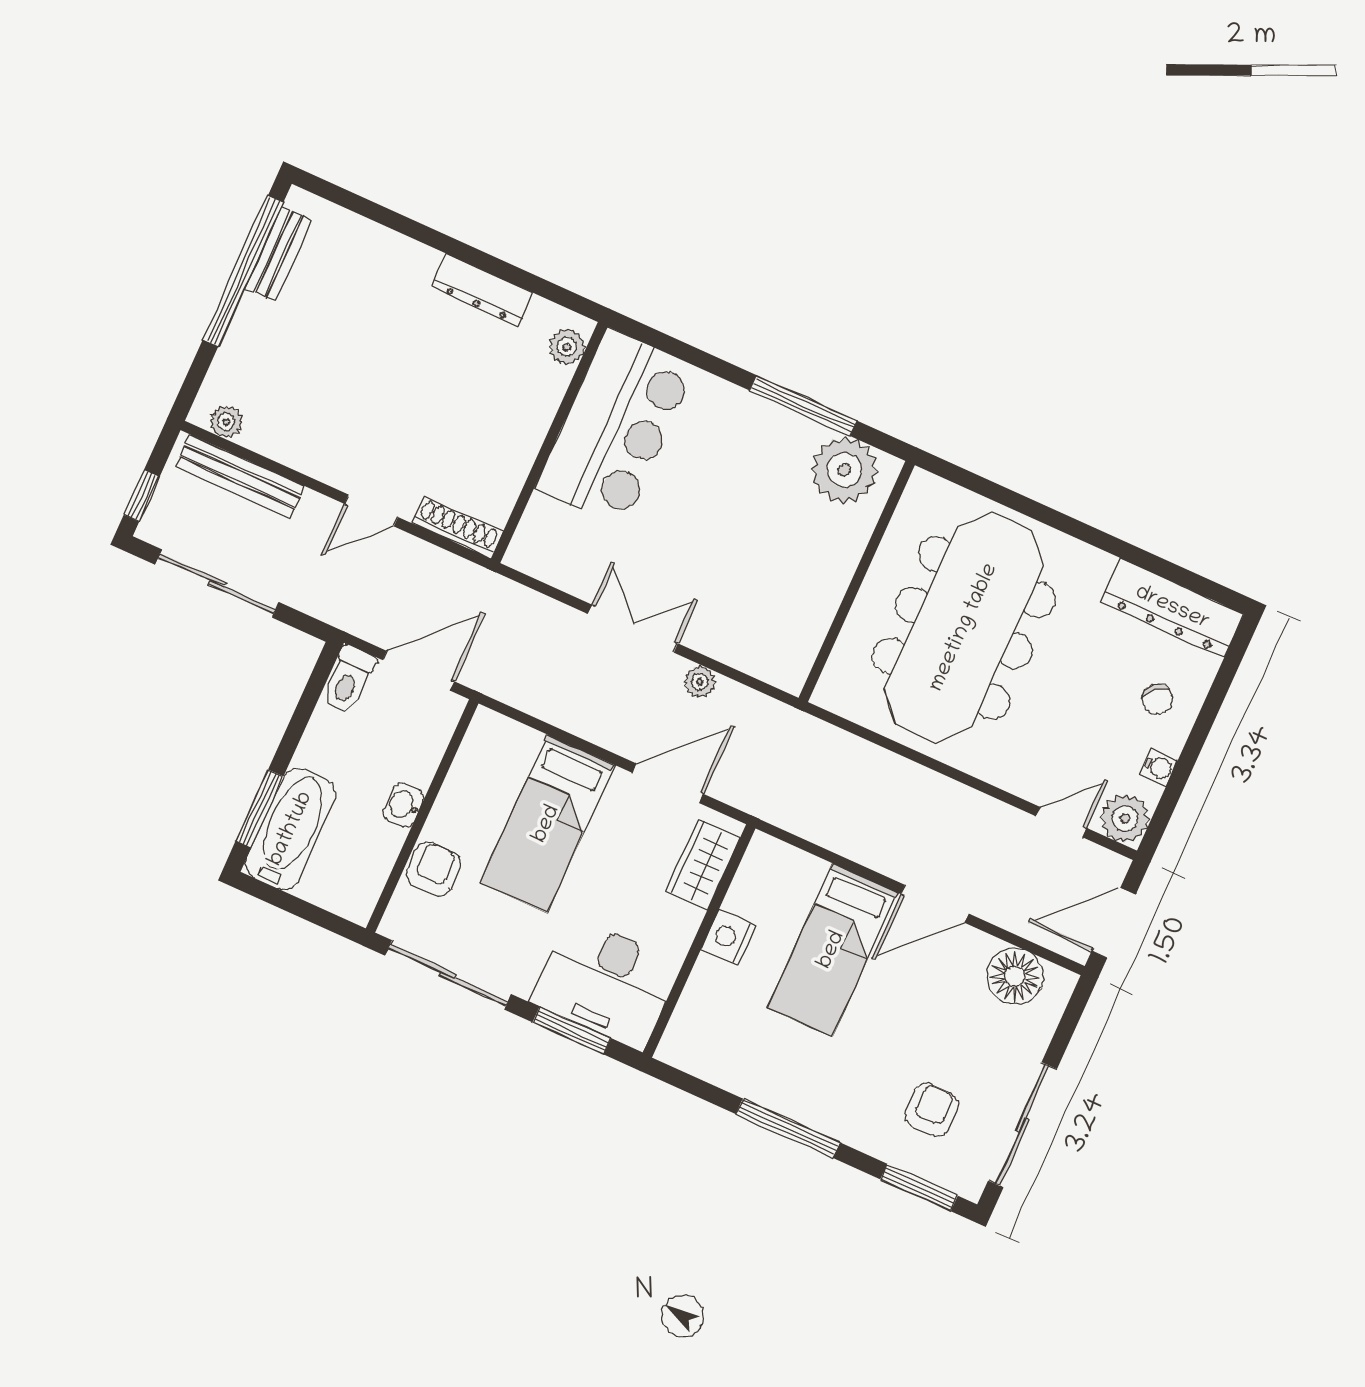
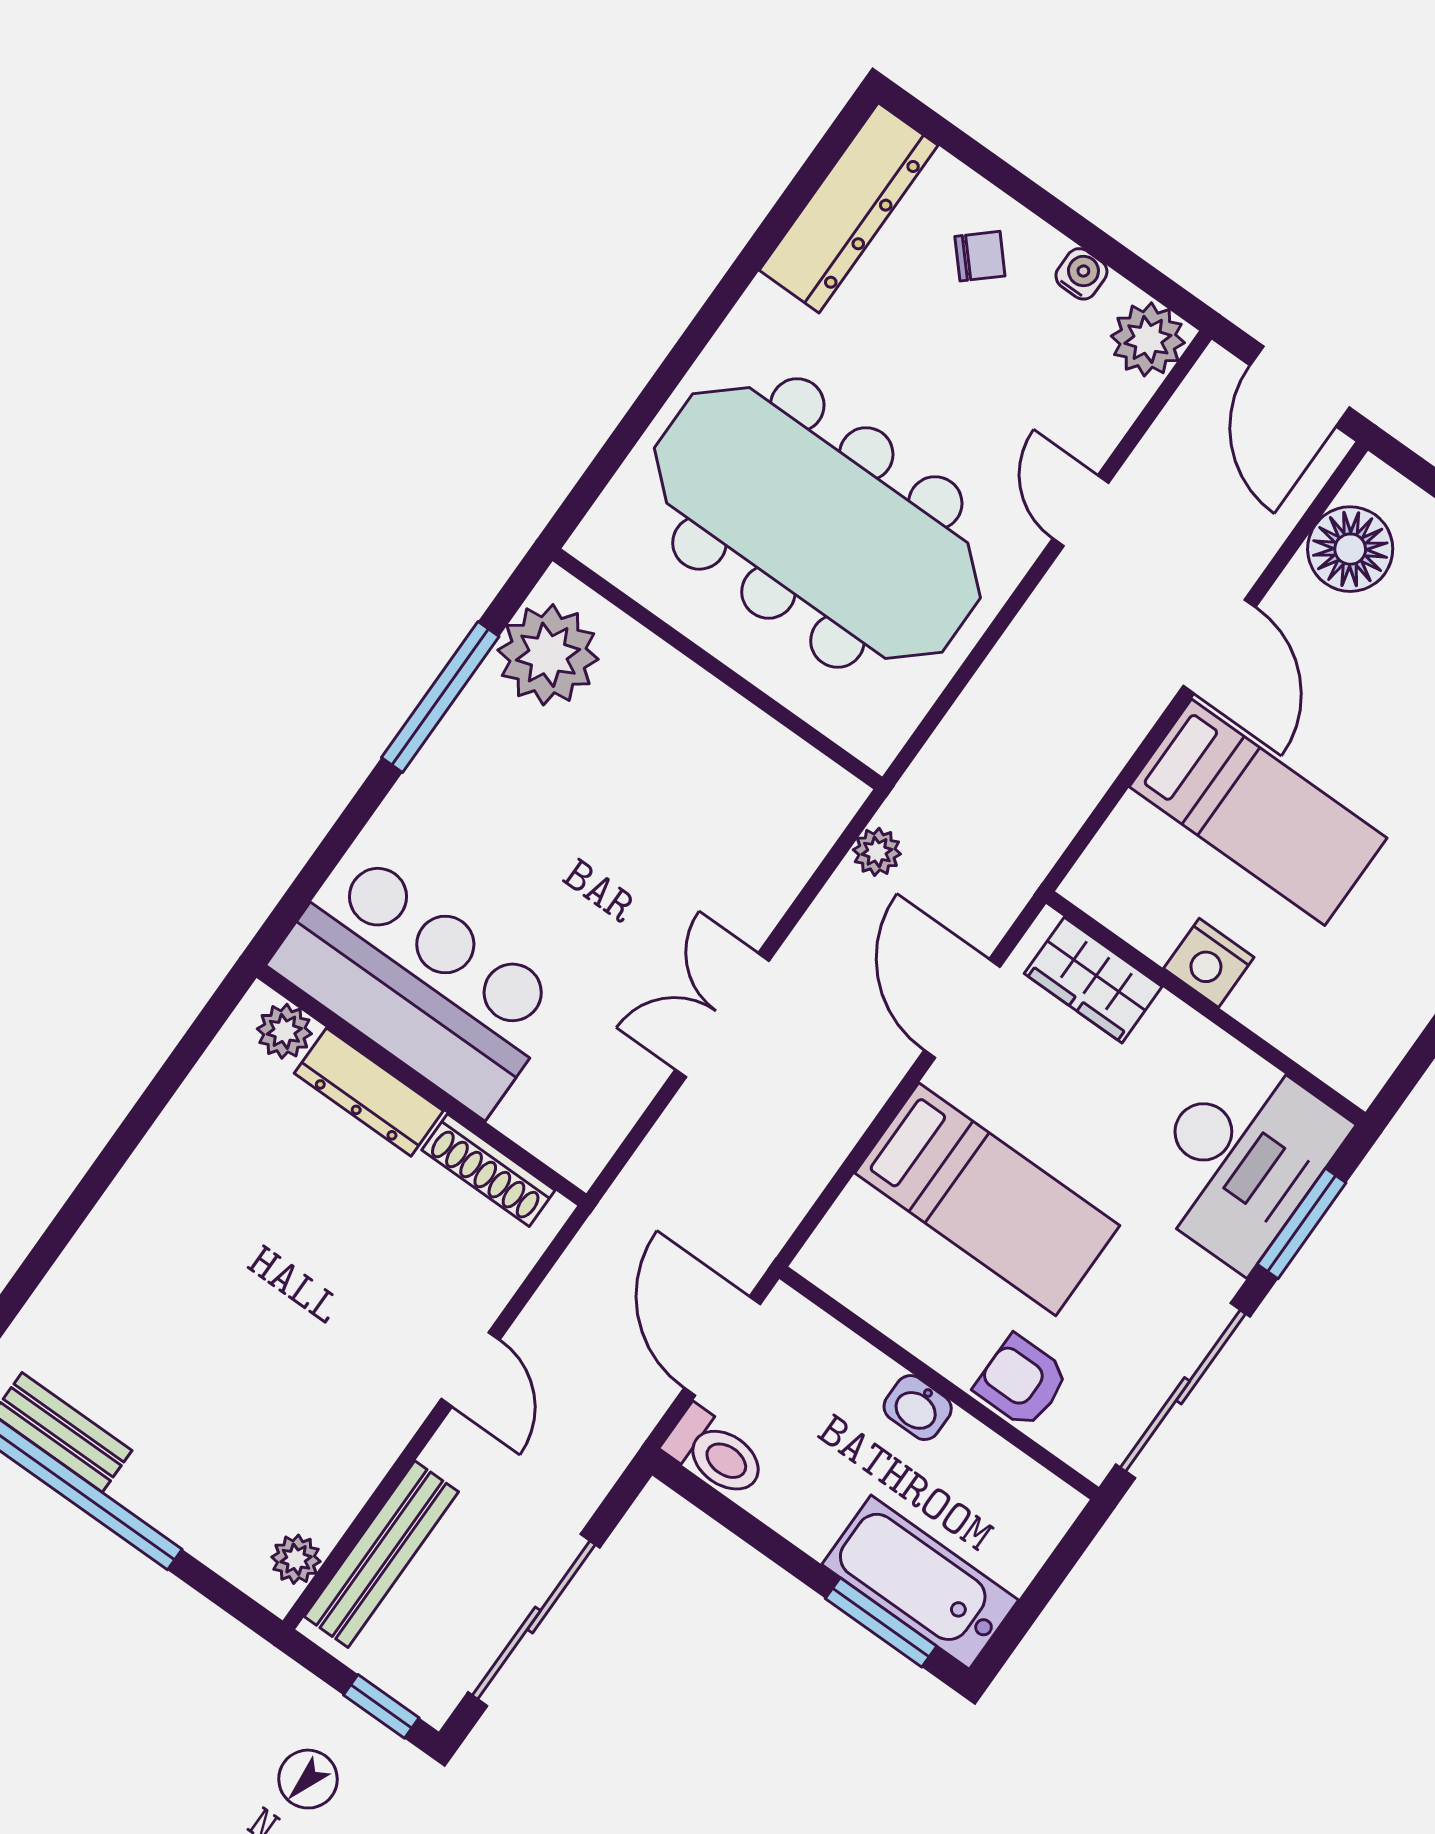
dresser: (482, 290) -> (369, 1092), moved, turned 90
shoe rack: (457, 528) -> (488, 1170), moved, turned -90
plant: (700, 682) -> (877, 852), moved
door: (1061, 822) -> (1081, 511), moved

